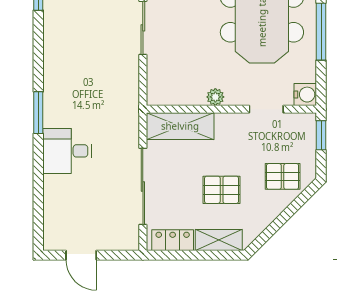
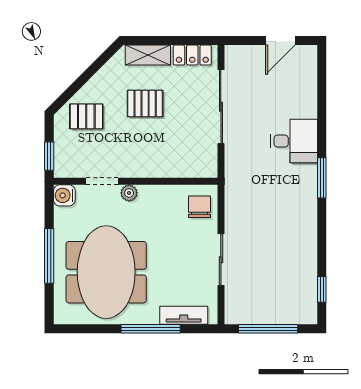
chair: (165, 83) -> (199, 207), added
plant: (215, 97) -> (129, 193), moved
shelving: (180, 126) -> (185, 165), removed
door: (81, 255) -> (280, 41), swing flipped

